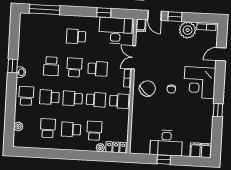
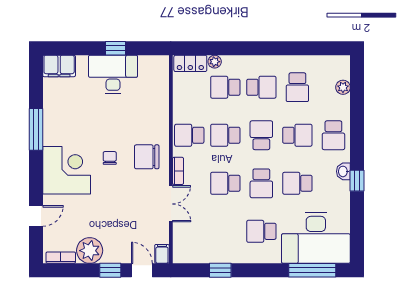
desk: (116, 31) -> (316, 238), moved, width x1.36, depth x1.30
school desk: (76, 36) -> (261, 231), turned 180
school desk: (51, 66) -> (297, 183), turned -90
chair: (147, 89) -> (147, 157), turned 46
school desk: (73, 98) -> (261, 135), turned -90
window: (218, 110) -> (36, 129), width x2.17
school desk: (94, 131) -> (225, 87), turned 90

